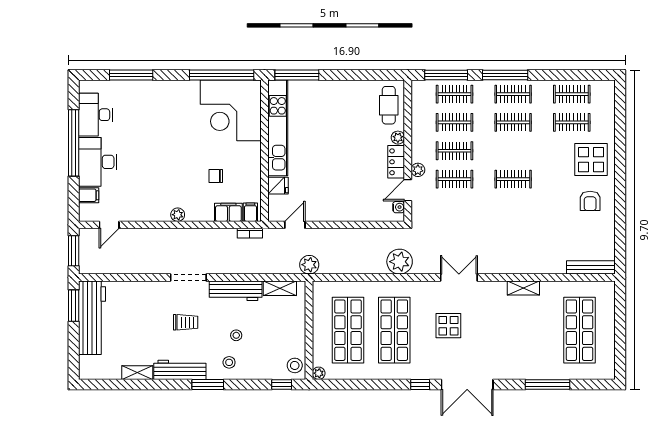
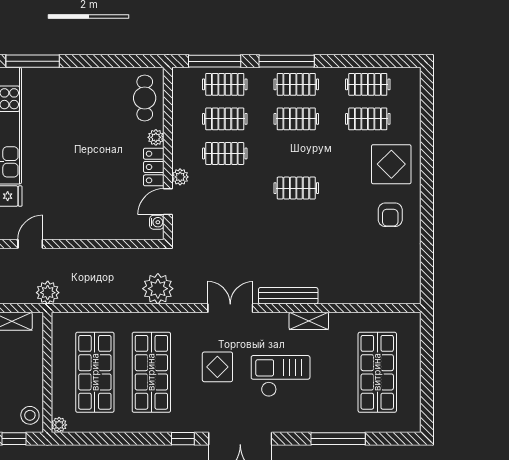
clothes rail: (454, 179) -> (225, 188), removed
bench: (591, 267) -> (288, 296), moved
checkout: (500, 333) -> (281, 376), added

